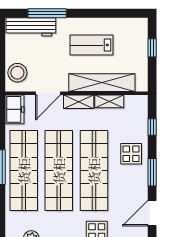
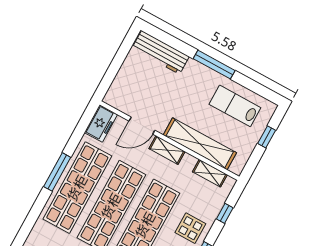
window: (47, 13) -> (214, 65), moved
lab bench: (91, 45) -> (235, 106), moved
stool: (17, 73) -> (123, 90), removed
shelving: (109, 101) -> (210, 173), moved

